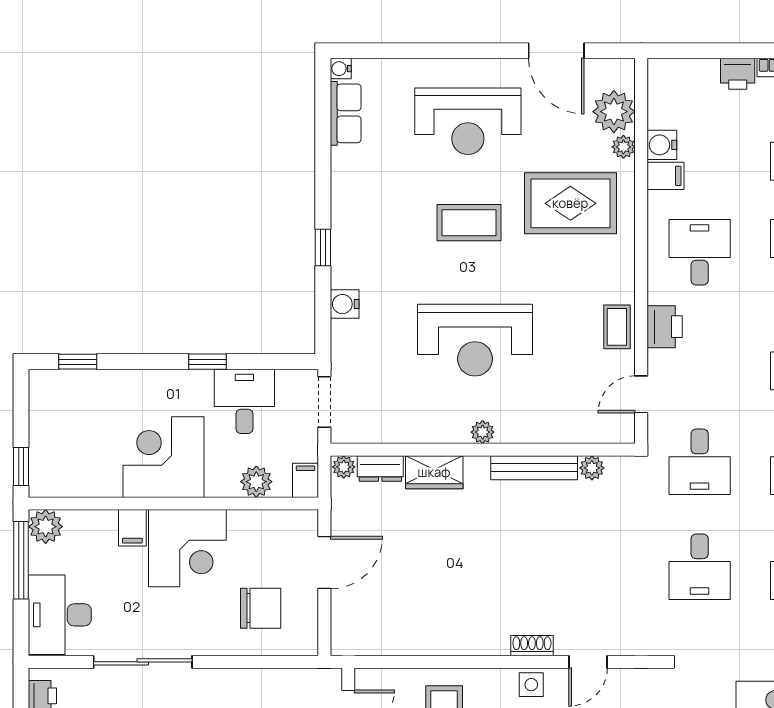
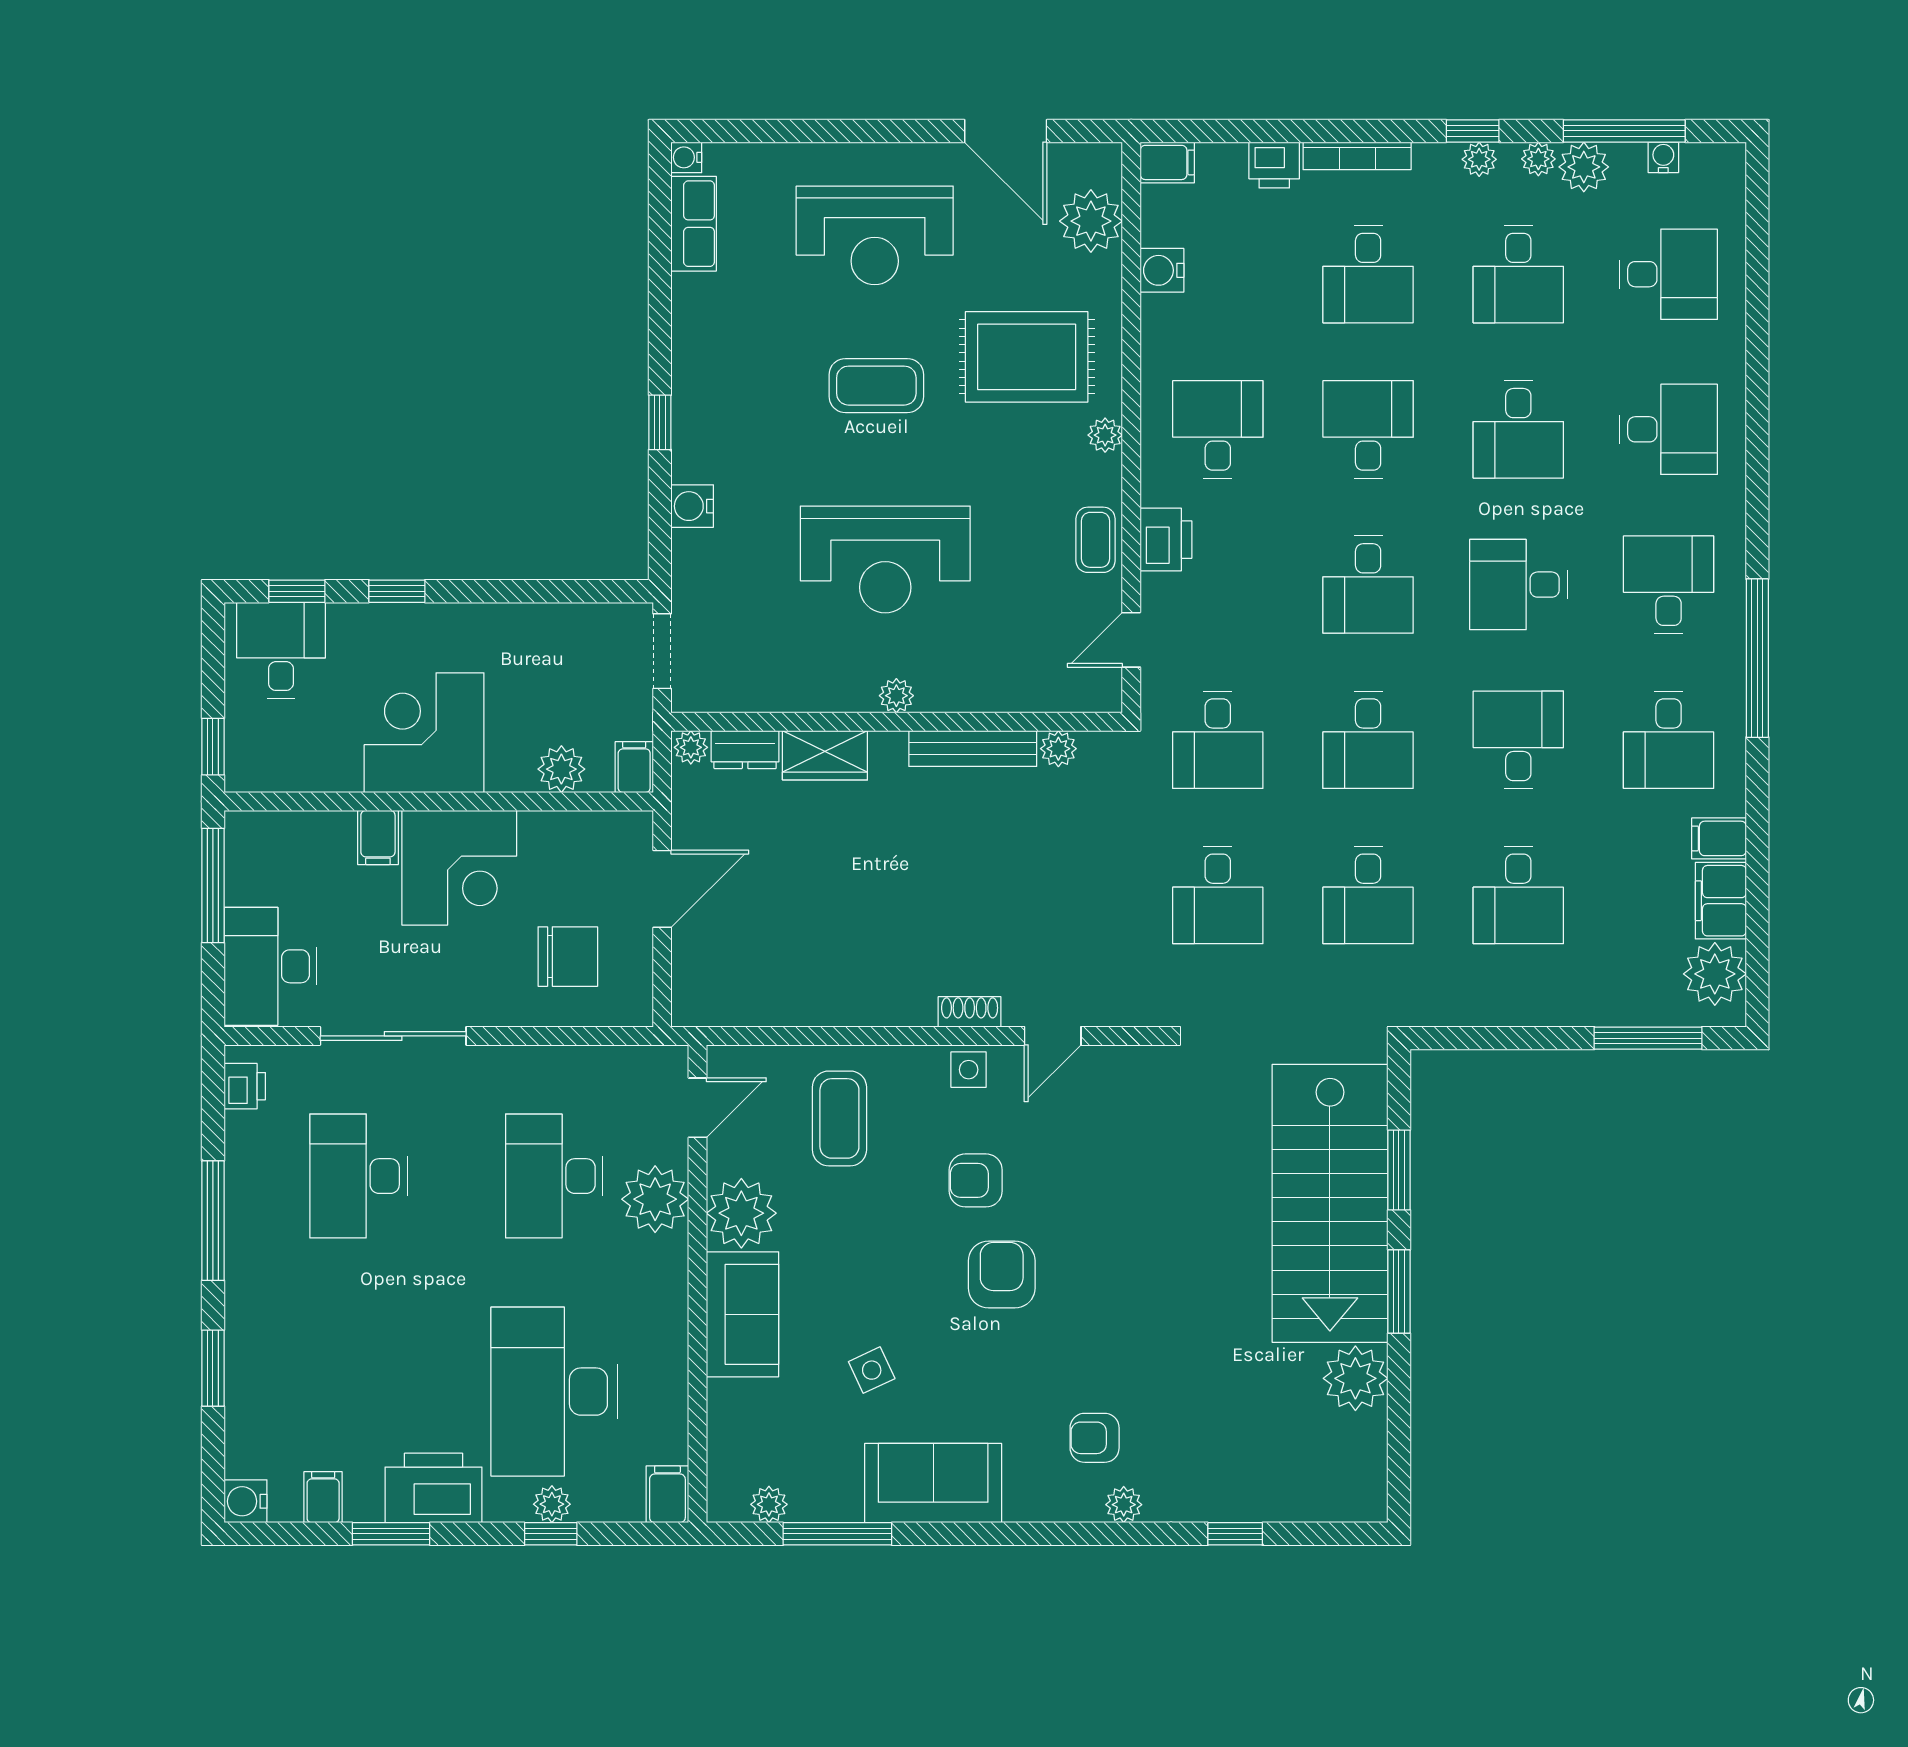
plant: (623, 147) -> (1105, 435), moved
filing cabinet: (665, 176) -> (1167, 162), moved
window: (208, 362) -> (397, 591), moved
desk: (244, 401) -> (281, 650), moved
plant: (46, 527) -> (249, 835), removed

